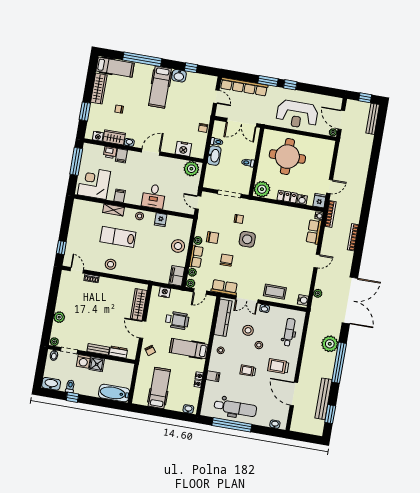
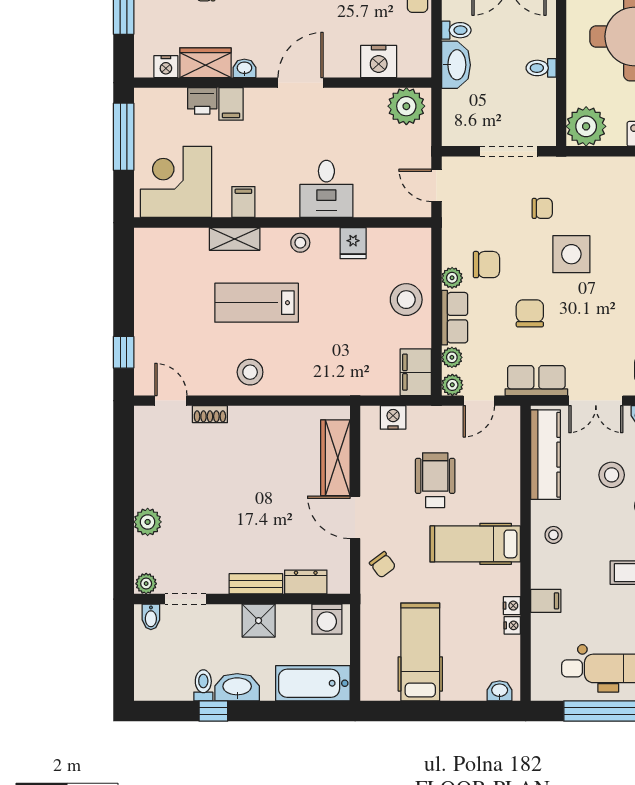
wheelchair: (177, 320) -> (435, 480), turned -90
washing machine: (83, 361) -> (327, 619), moved
washbasin: (51, 384) -> (237, 687), moved

